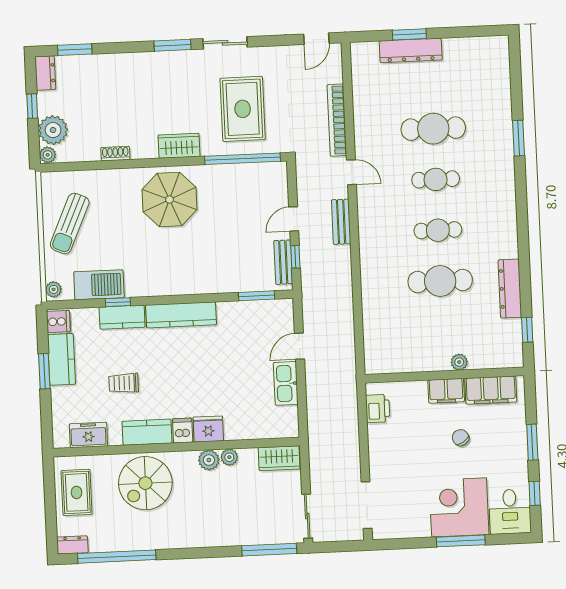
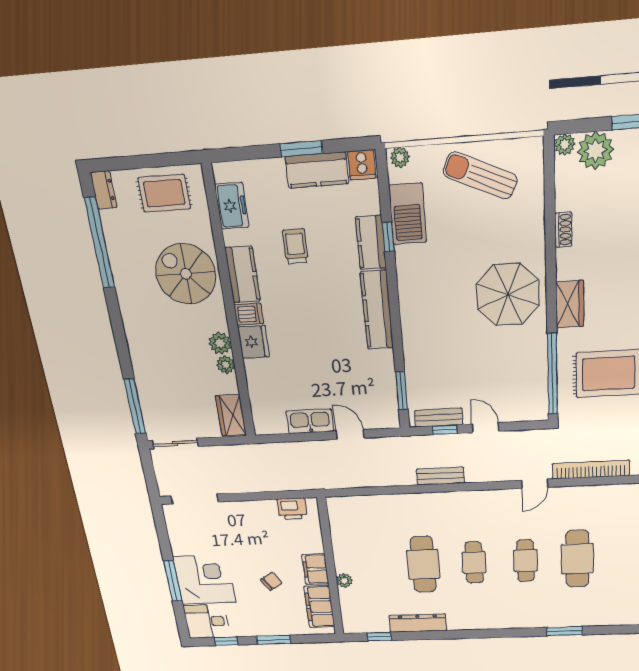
bench: (341, 222) -> (440, 476), moved

